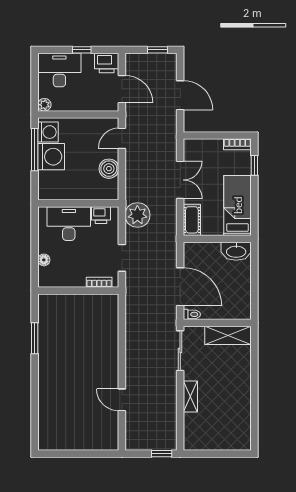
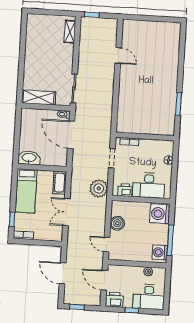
plant: (44, 105) -> (148, 272), moved
door: (122, 138) -> (107, 245), swing flipped
washing machine: (51, 157) -> (160, 214), moved
shelving: (190, 397) -> (70, 32), moved

